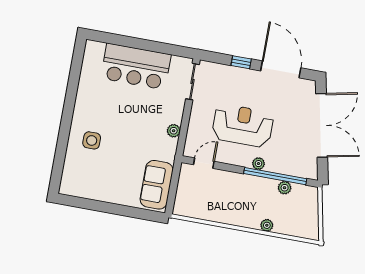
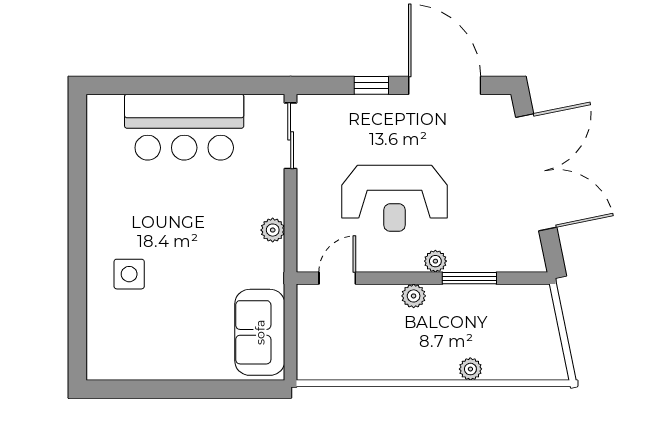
reception desk: (243, 126) -> (395, 198), turned 180
window: (275, 176) -> (469, 278), width x0.47
plant: (285, 188) -> (414, 296), moved

